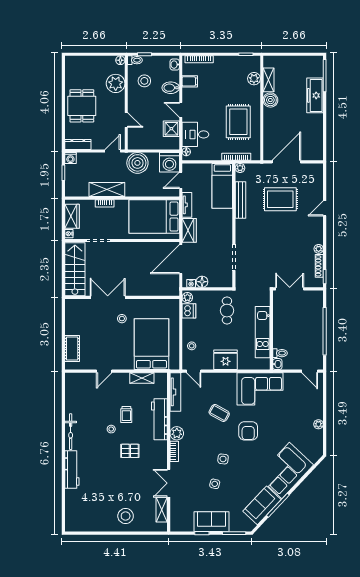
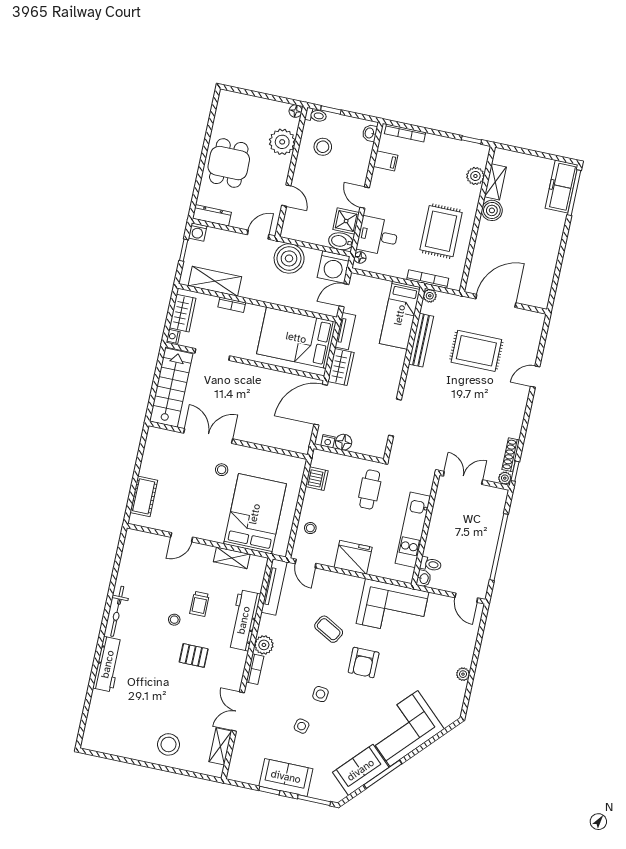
bidet: (171, 88) -> (341, 241), moved
freezer: (315, 95) -> (562, 186), moved
shelving: (107, 190) -> (215, 281), moved
plant: (319, 249) -> (505, 478), moved
plant: (187, 298) -> (319, 460), removed

